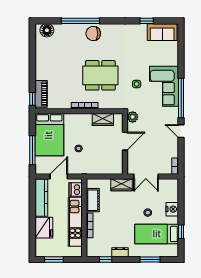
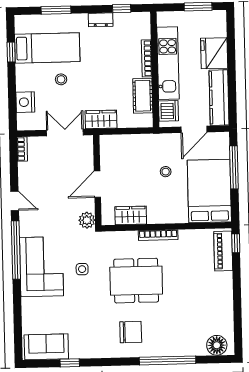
chair: (93, 33) -> (131, 332), moved
nightstand: (172, 209) -> (25, 102), moved

